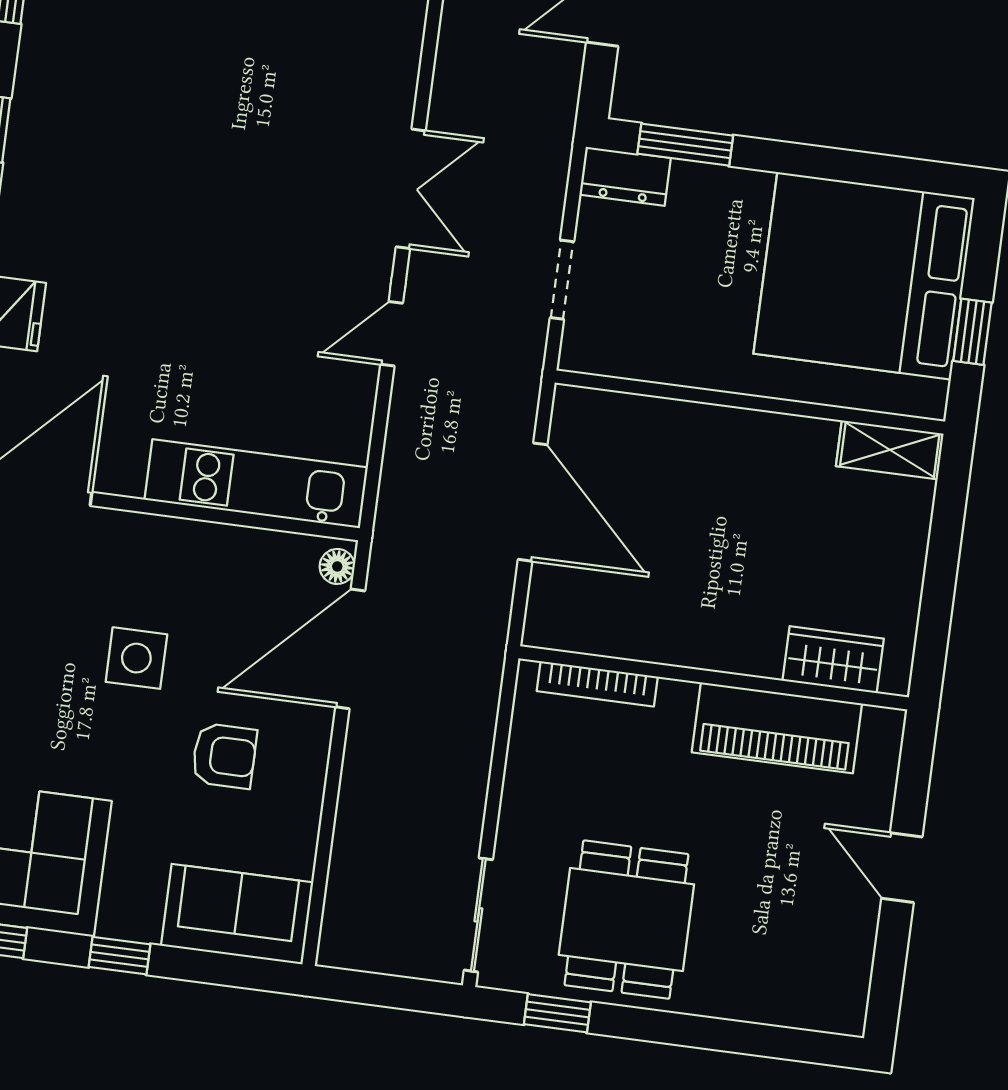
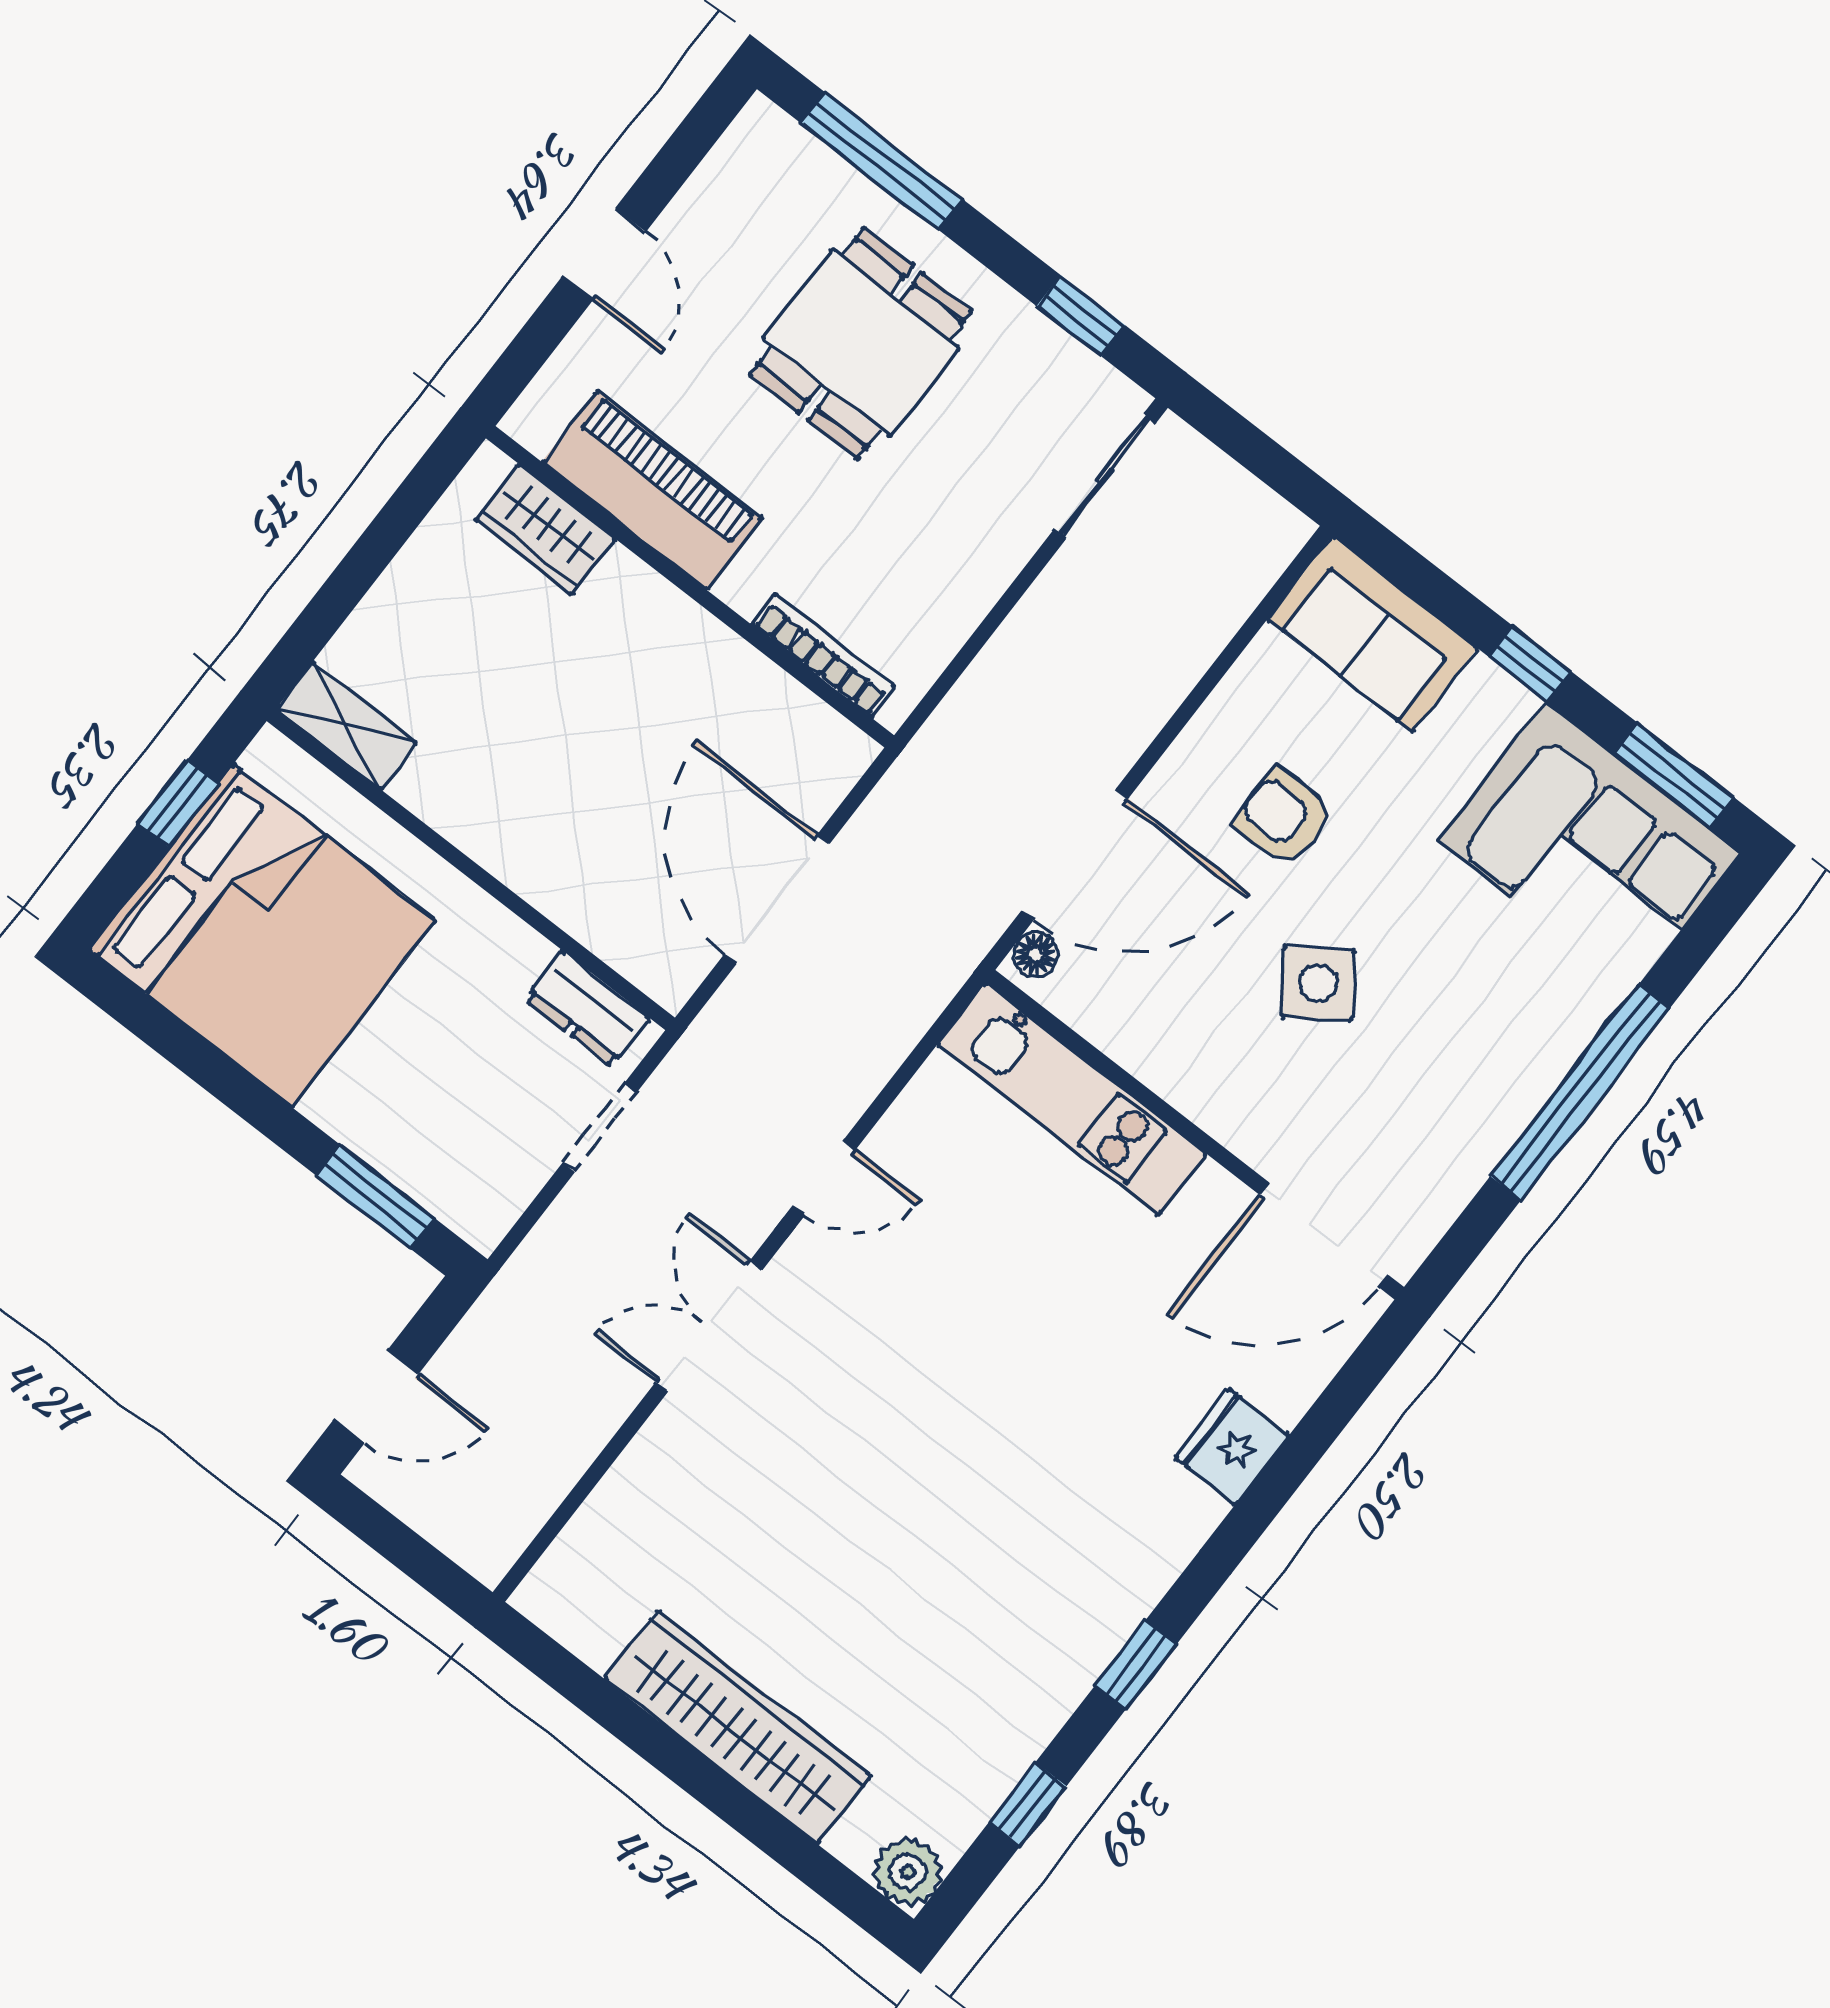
dresser: (625, 176) -> (587, 1009), moved, turned 180
side table: (136, 658) -> (1318, 983), turned -36
dining table: (626, 920) -> (861, 343), moved
window: (752, 1039) -> (882, 161), added

